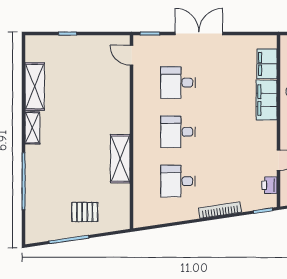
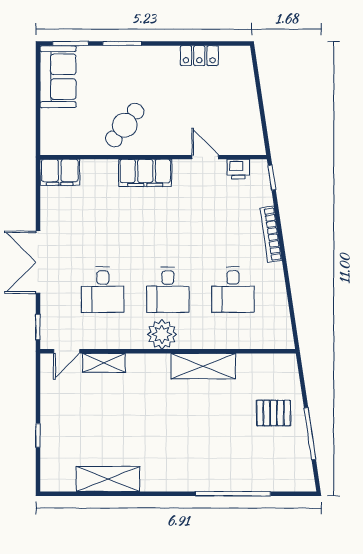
filing cabinet: (267, 64) -> (60, 172), moved
filing cabinet: (267, 100) -> (145, 173), moved
plant: (144, 127) -> (162, 334), added
shelving: (32, 128) -> (104, 363), moved
pallet: (85, 212) -> (274, 413), turned 90

